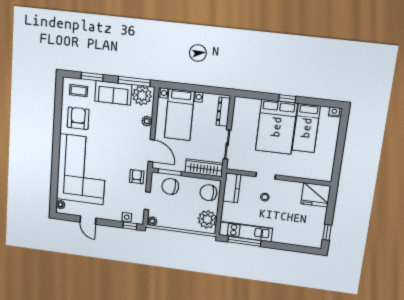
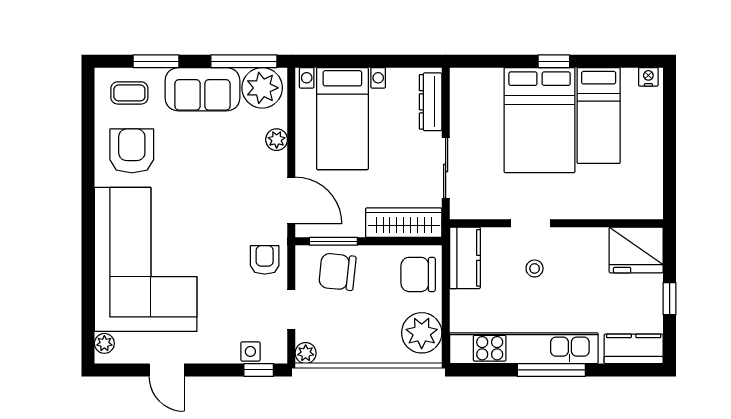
kitchen unit: (246, 232) -> (524, 348), width x1.36
window: (327, 232) -> (670, 299), moved
kitchen counter: (308, 240) -> (634, 349), added
window: (244, 241) -> (551, 370), moved

